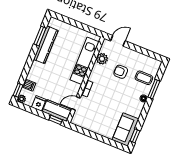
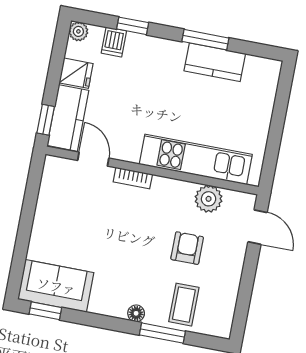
window: (40, 36) -> (205, 40), moved
kitchen counter: (46, 45) -> (215, 62), width x0.67
window: (18, 90) -> (133, 26), moved

